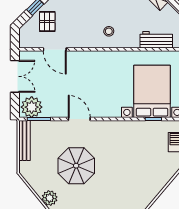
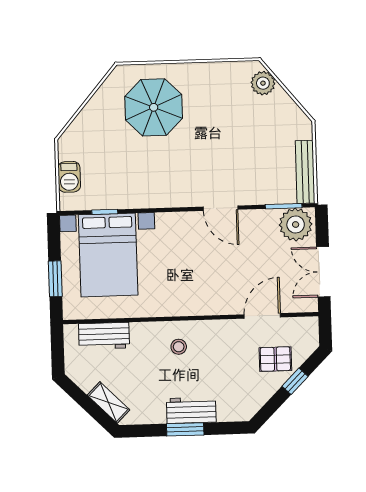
pallet: (47, 21) -> (275, 359), turned 90
door: (55, 49) -> (262, 316), hinge flipped
parasol: (76, 166) -> (154, 107), moved

